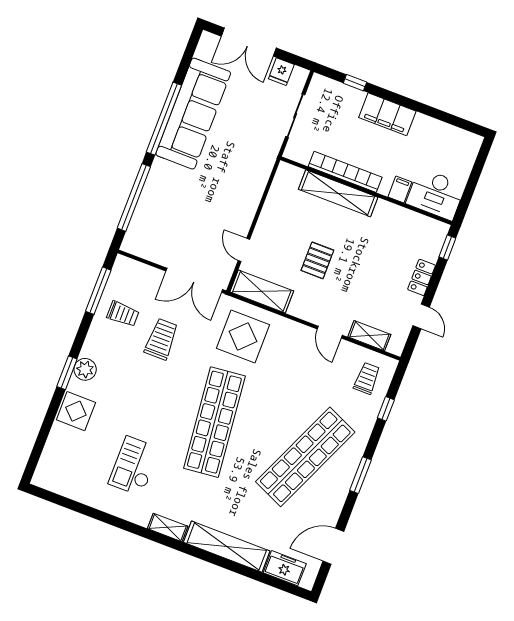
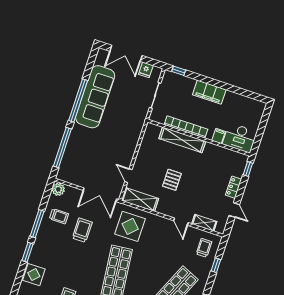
window: (355, 83) -> (179, 71), moved
window: (98, 291) -> (37, 224), moved
plant: (85, 369) -> (58, 189), moved

